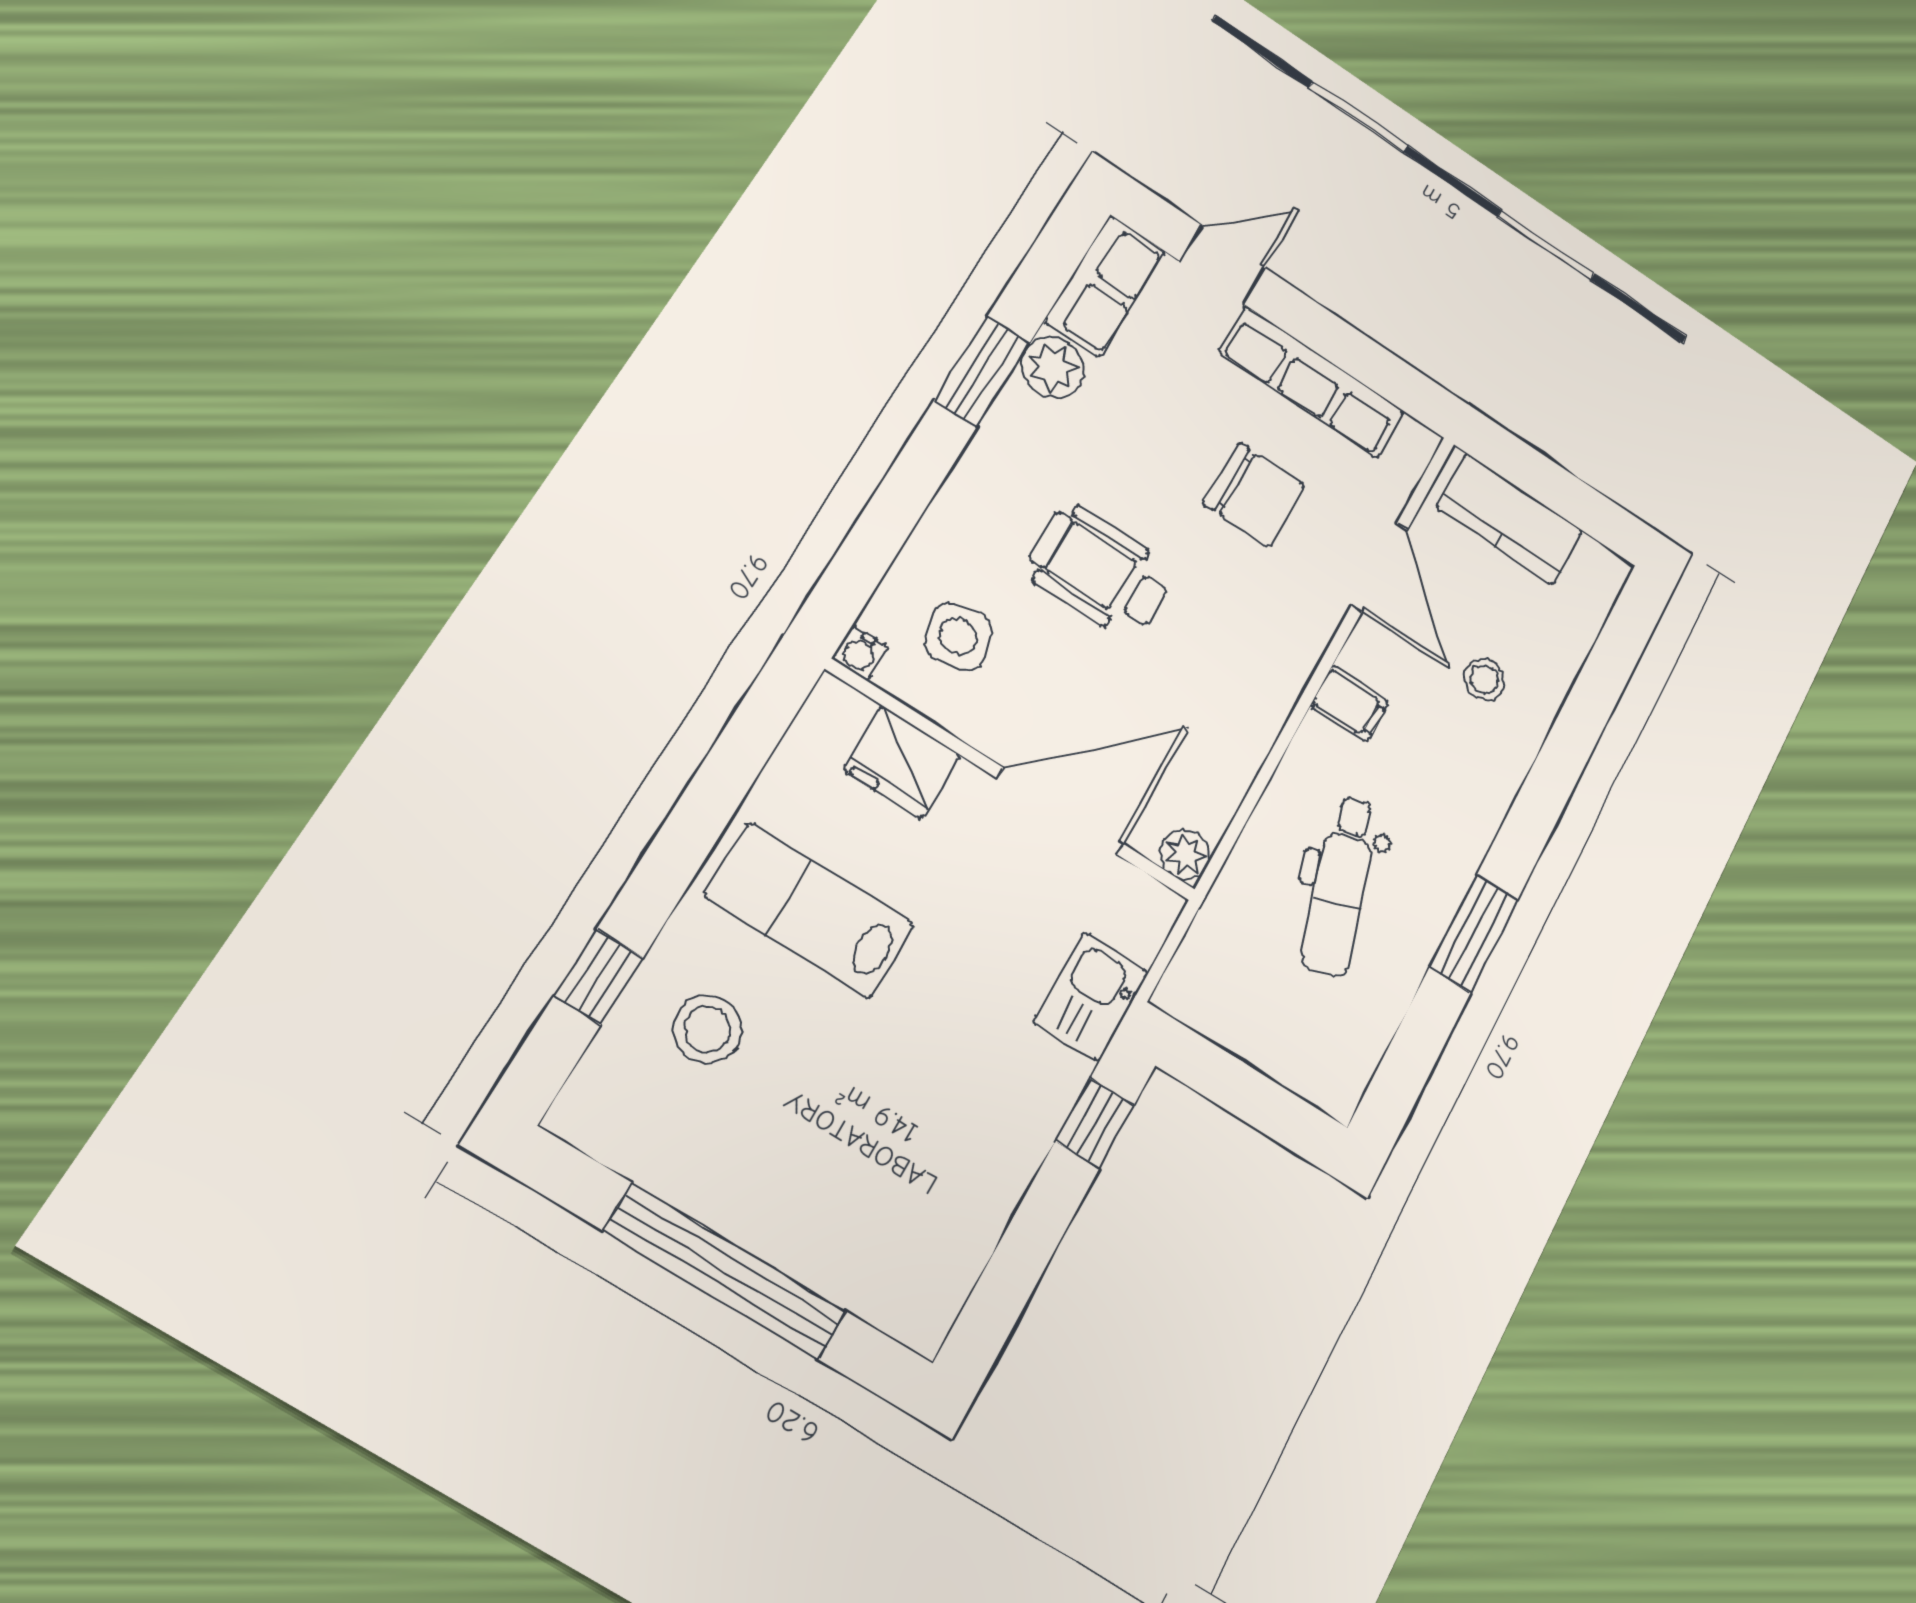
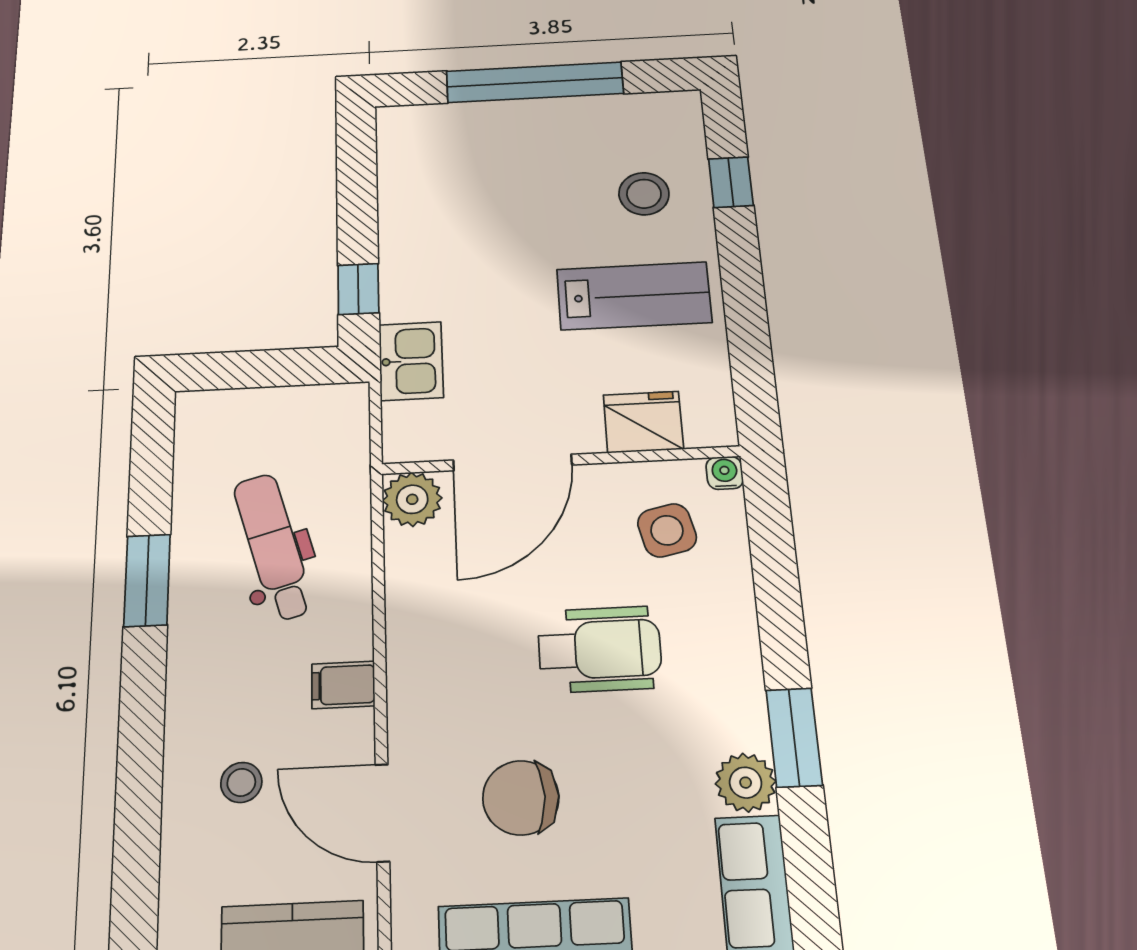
plant: (1185, 855) -> (412, 499), width x1.38, depth x1.38

